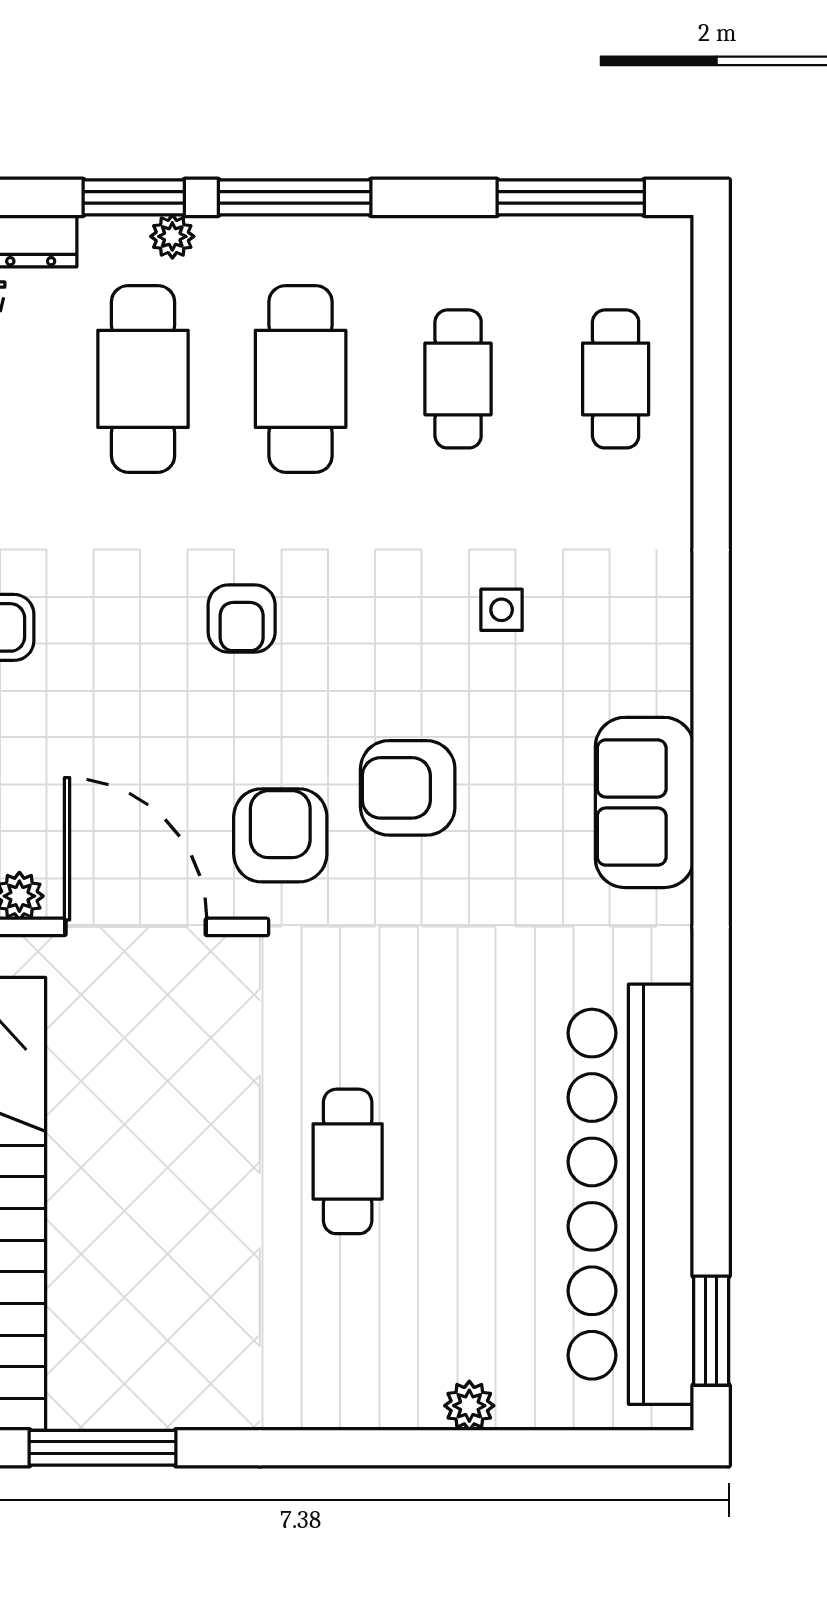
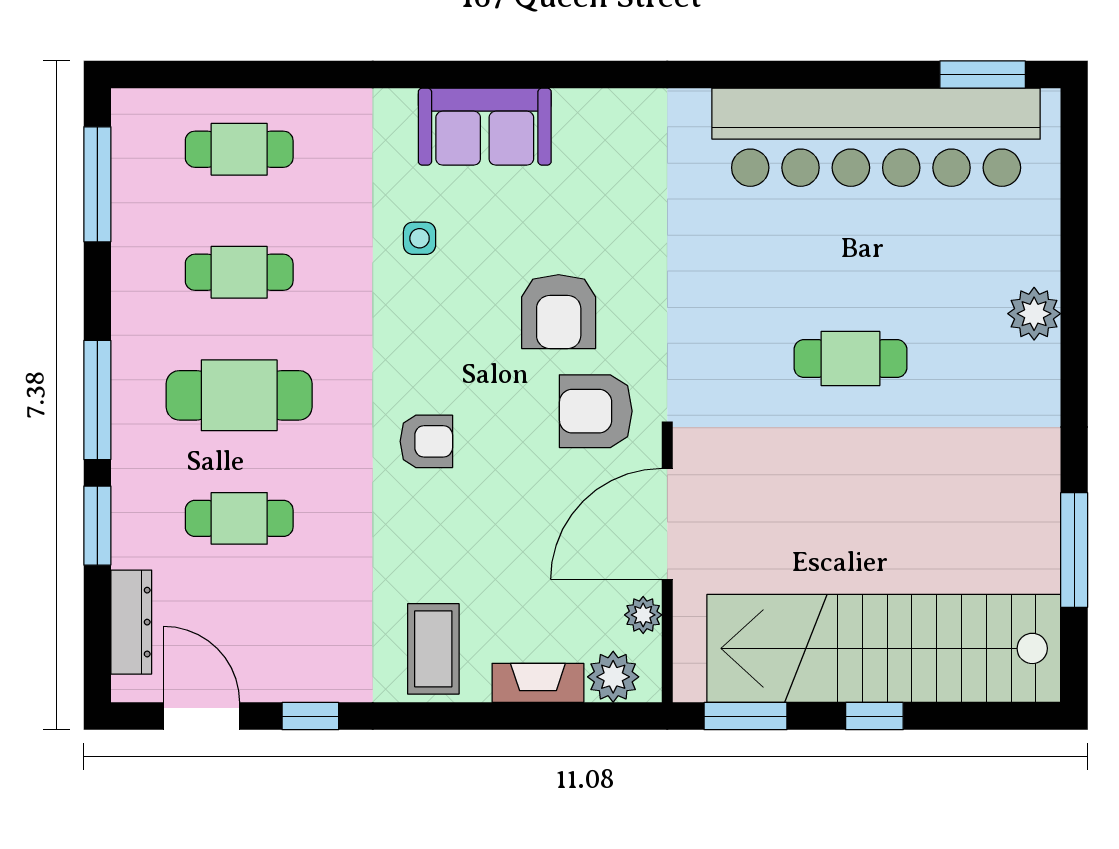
plant: (172, 236) -> (128, 496), removed
cafe table: (143, 379) -> (239, 518), width x0.73, depth x0.74
sofa: (645, 802) -> (485, 127), moved
plant: (469, 1406) -> (1034, 314), moved, width x1.38, depth x1.38

